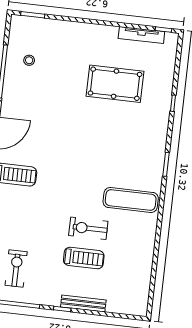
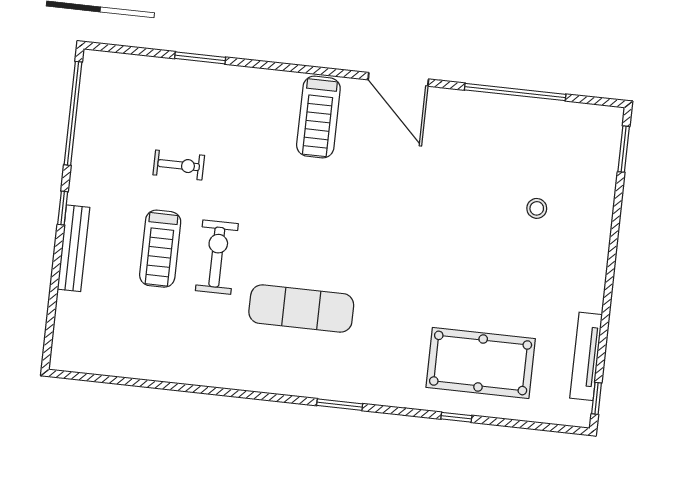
stool: (29, 60) -> (537, 208), moved
pool table: (115, 84) -> (481, 363), moved, turned 90
exercise mat: (131, 200) -> (301, 309), moved, turned 90
exercise bike: (16, 268) -> (179, 165), moved, width x0.73, depth x0.72

